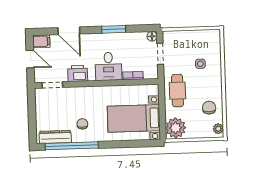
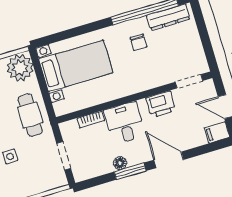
door: (69, 31) -> (169, 160), moved
floor lamp: (152, 36) -> (120, 163), moved

